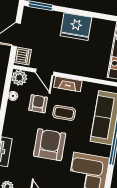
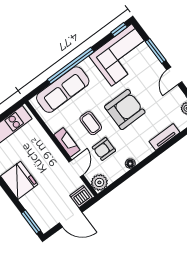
floor lamp: (13, 96) -> (130, 164), moved
armchair: (50, 145) -> (125, 109), turned 180

